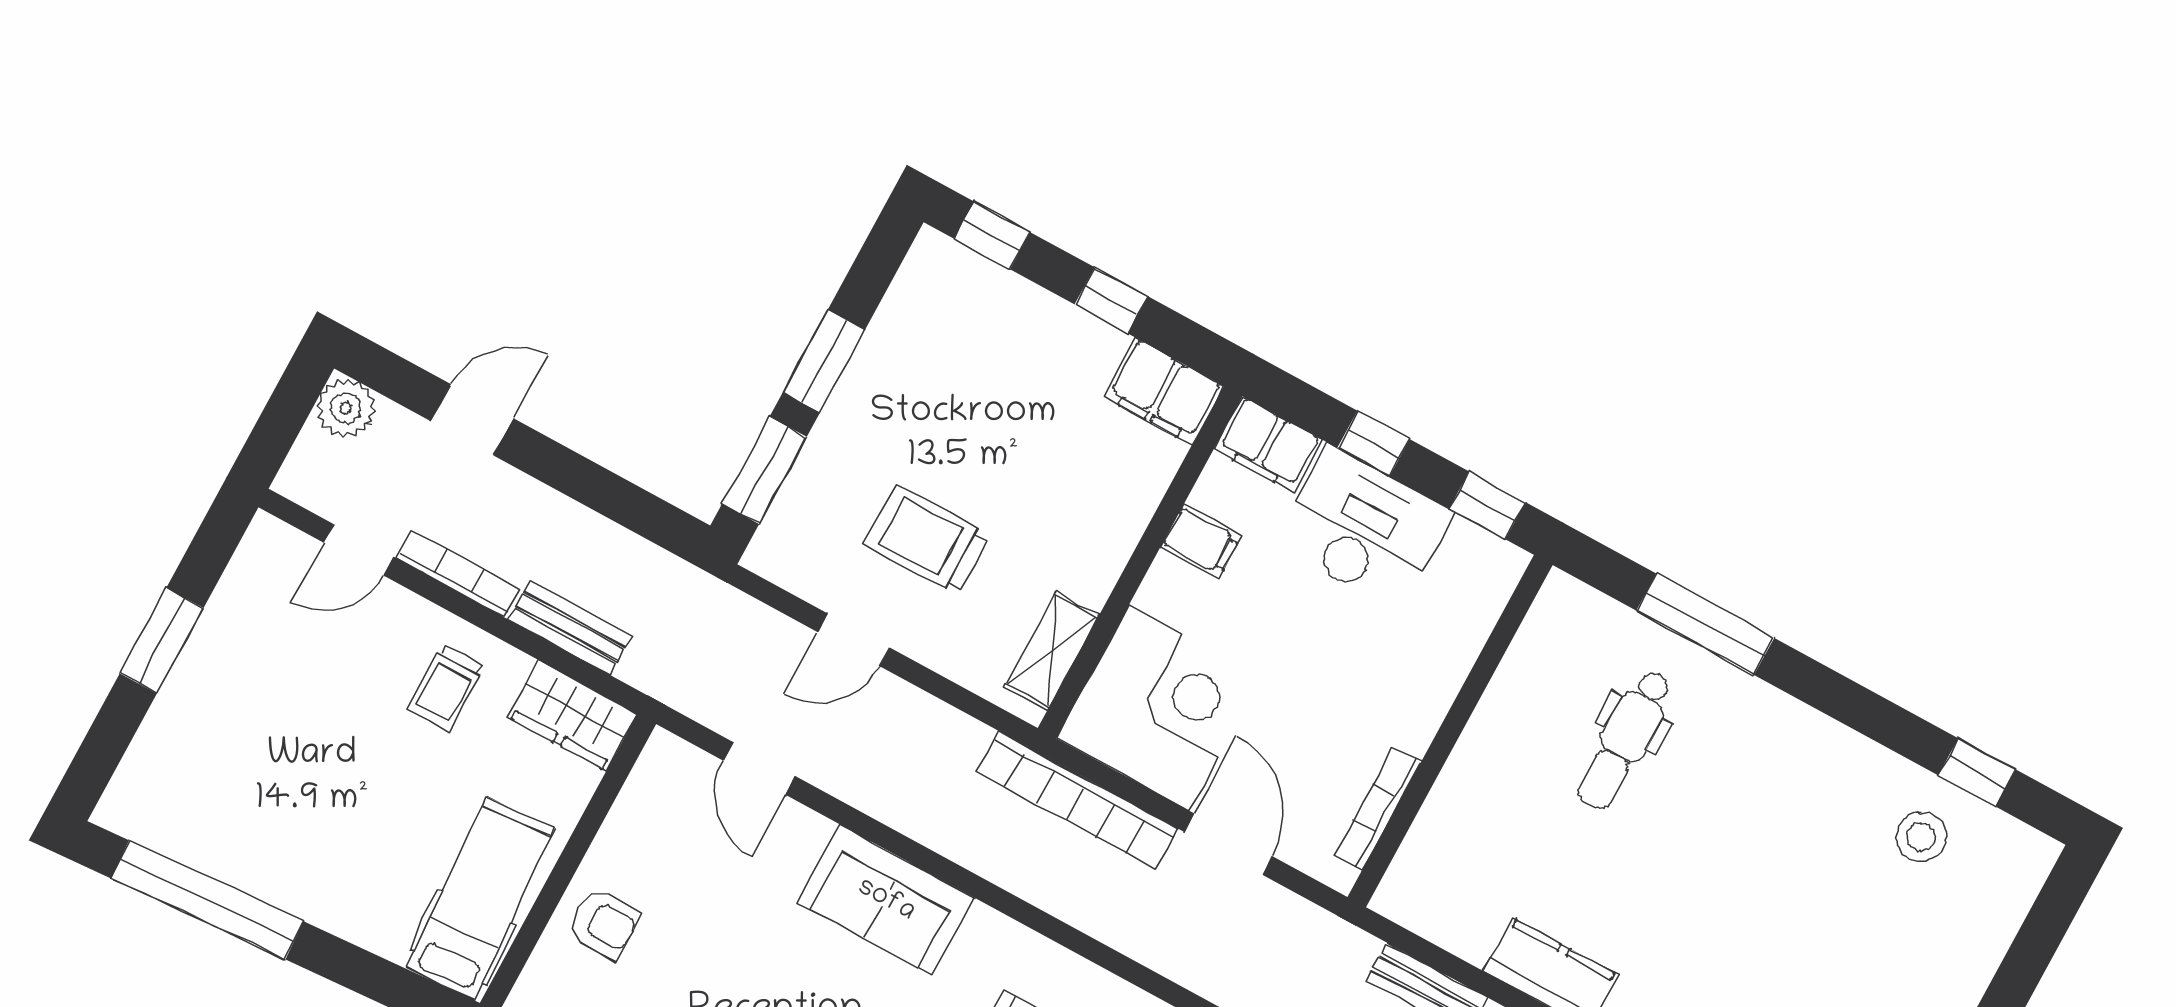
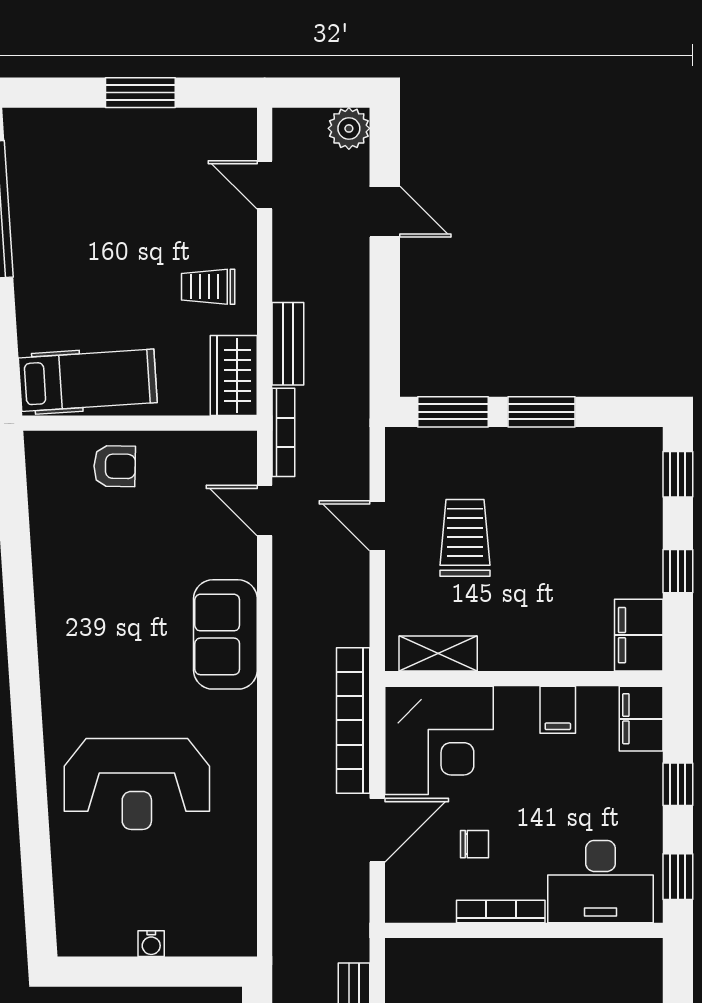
desk: (1363, 528) -> (601, 882), moved, turned 90
bookcase: (458, 574) -> (283, 432), moved
chair: (1311, 734) -> (475, 844), added
door: (759, 768) -> (265, 510), hinge flipped
bookcase: (1377, 809) -> (501, 912), moved
armchair: (604, 923) -> (115, 466), turned -89

